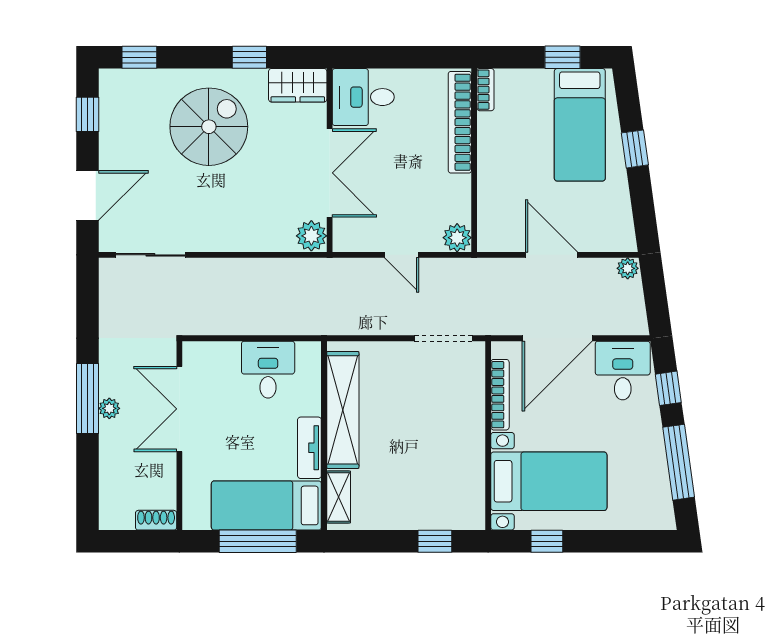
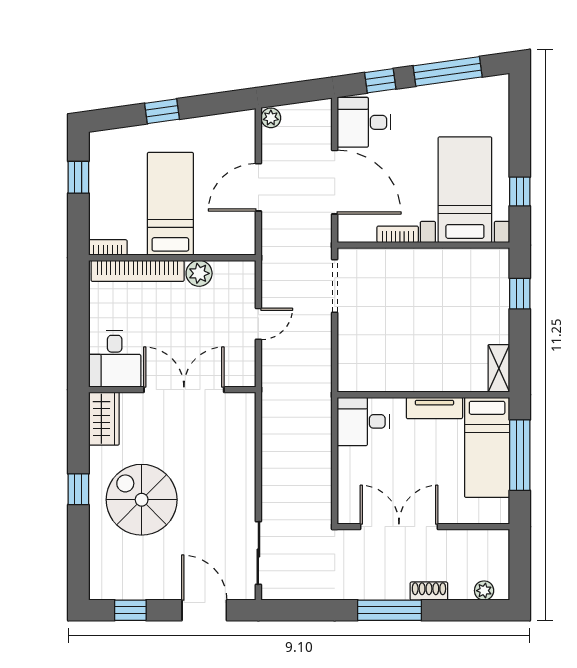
window: (139, 57) -> (78, 563), removed
window: (249, 57) -> (78, 489), moved
bed: (580, 125) -> (170, 204), moved, turned -90
plant: (311, 236) -> (241, 406), removed
plant: (457, 238) -> (199, 273), moved
desk: (268, 370) -> (363, 421), moved
bookcase: (500, 395) -> (398, 234), width x0.64
plant: (109, 408) -> (484, 591), moved
double door: (179, 409) -> (399, 527), swing flipped
shelving: (343, 410) -> (400, 378), removed
shelving: (339, 497) -> (499, 368), moved, turned 90
shoe rack: (156, 520) -> (429, 591), moved, turned 90

